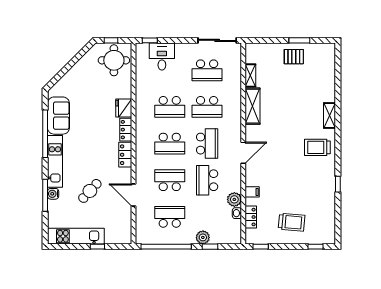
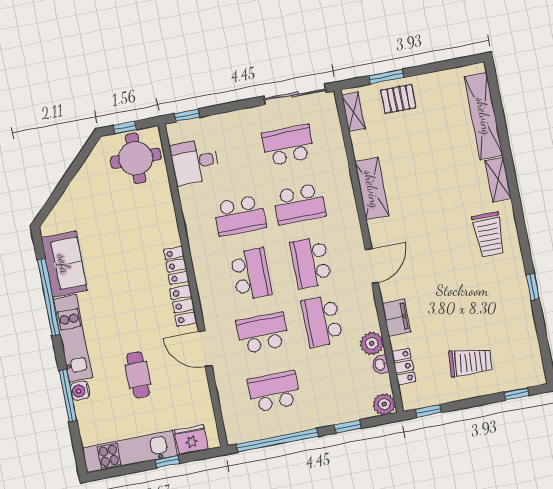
window: (299, 40) -> (386, 77), moved
desk: (162, 57) -> (195, 162), moved, turned -90
pallet: (294, 57) -> (398, 99), moved
school desk: (207, 70) -> (288, 145), turned 180
shelving: (250, 75) -> (353, 112), moved
shelving: (328, 76) -> (484, 116), added
fridge: (124, 108) -> (191, 440), moved, turned 90
school desk: (170, 144) -> (251, 274), turned -90
school desk: (207, 144) -> (311, 263), turned 180
trolley: (317, 147) -> (489, 234), turned -90
cafe table: (90, 191) -> (138, 375), turned -43
filing cabinet: (252, 192) -> (396, 318), width x2.00
door: (133, 195) -> (205, 349), moved
plant: (203, 237) -> (384, 404), moved

